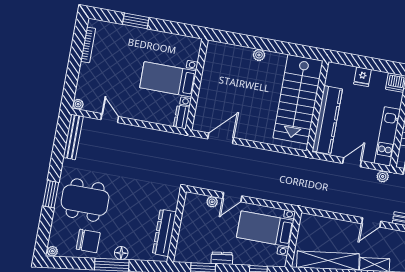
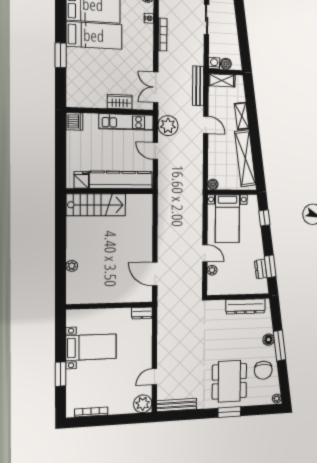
plant: (259, 55) -> (72, 266), moved
fridge: (362, 77) -> (81, 180), moved, turned -90
bed with nightstands: (168, 79) -> (91, 347), moved, turned -90
stairs: (298, 99) -> (96, 205), width x0.73, depth x0.66
plant: (78, 104) -> (143, 404), width x1.88, depth x1.88
plant: (383, 176) -> (168, 126), width x1.87, depth x1.87
boiler: (306, 219) -> (213, 184), added
chair: (88, 241) -> (263, 370), turned 180
dresser: (222, 258) -> (261, 269), moved

